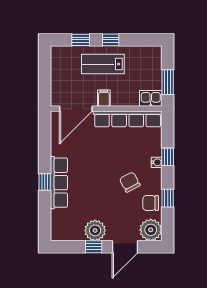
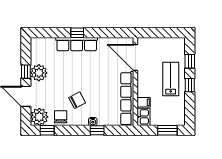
window: (168, 82) -> (167, 130), moved
filing cabinet: (104, 98) -> (144, 102), moved
window: (168, 198) -> (47, 130), moved

